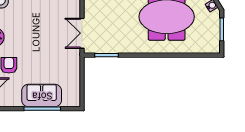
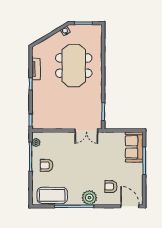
sofa: (42, 96) -> (134, 147), moved

